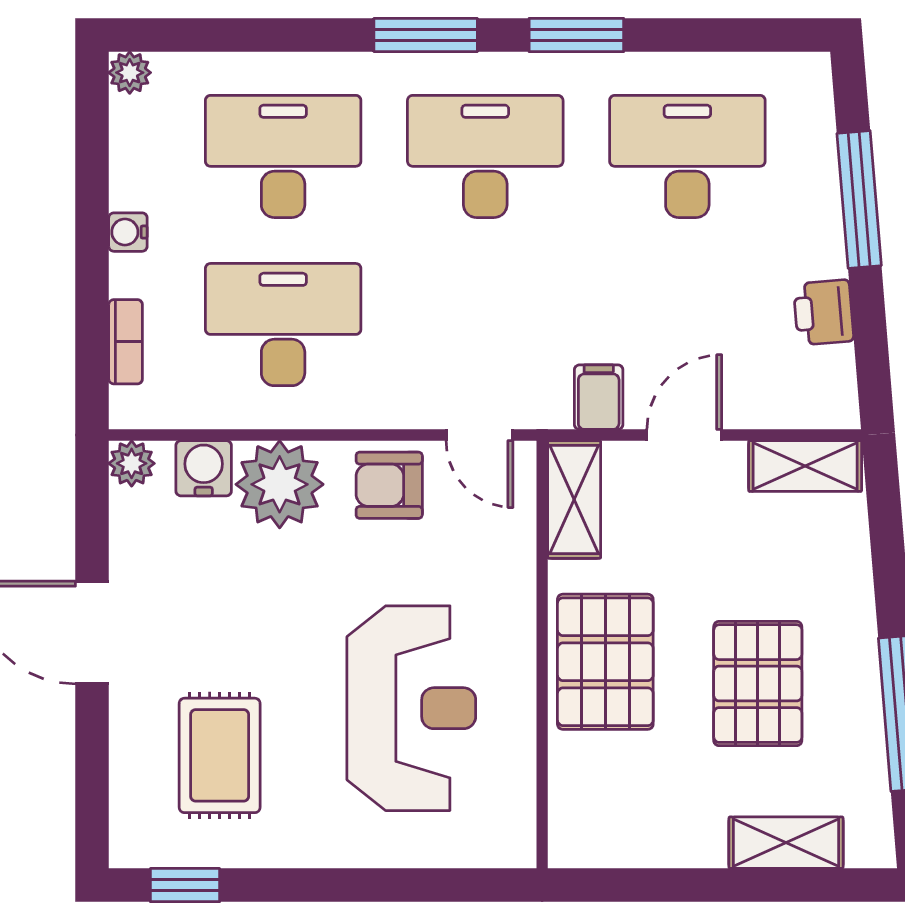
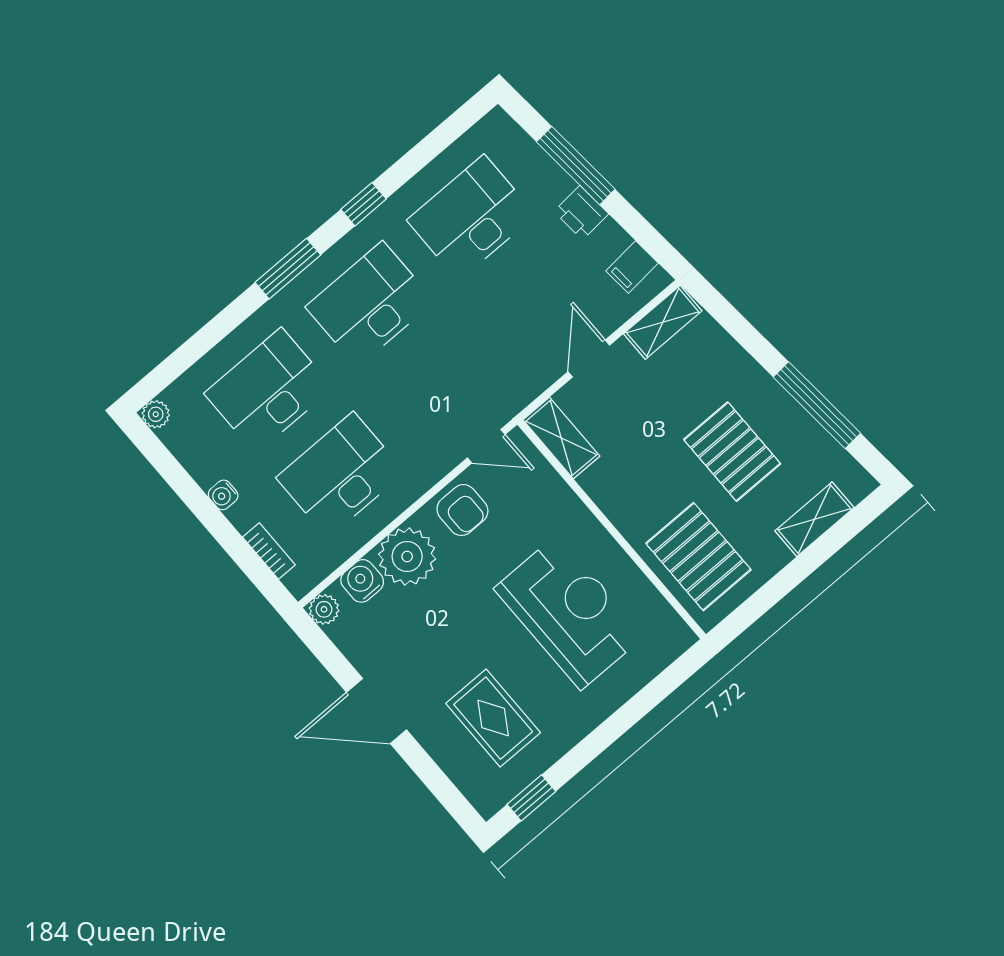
window: (576, 35) -> (364, 204), width x0.67
printer: (823, 312) -> (581, 213), moved
filing cabinet: (599, 397) -> (632, 267), moved, turned -95
armchair: (389, 485) -> (462, 510), turned -90
pallet: (605, 662) -> (698, 557), moved

